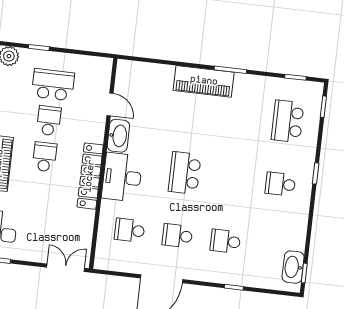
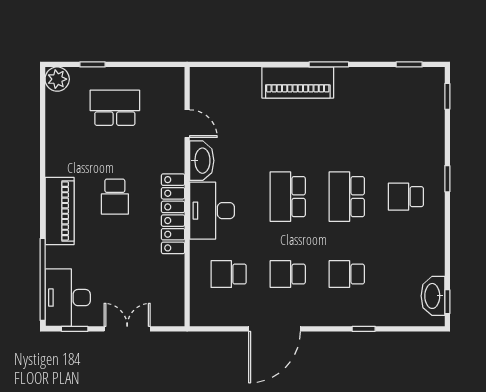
school desk: (49, 121) -> (115, 152), removed
school desk: (288, 121) -> (347, 197), moved
school desk: (45, 157) -> (115, 197), turned 180
double door: (66, 268) -> (127, 329), moved

